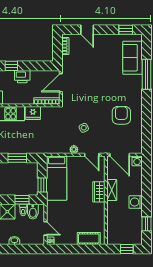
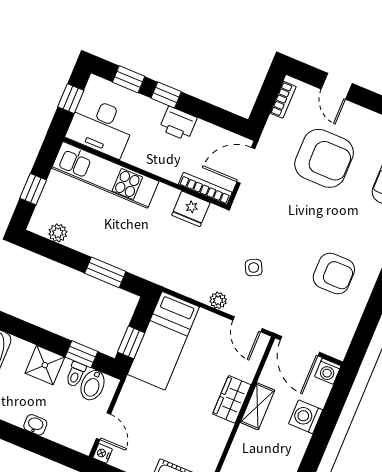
armchair: (95, 65) -> (324, 158), added
fridge: (33, 113) -> (191, 209), moved
armchair: (121, 115) -> (334, 273), turned 90
washing machine: (136, 202) -> (306, 417), moved

